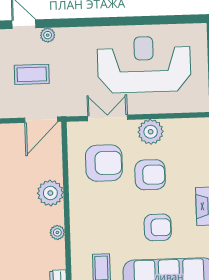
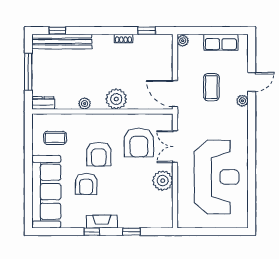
double door: (108, 118) -> (175, 147), swing flipped
armchair: (150, 175) -> (99, 154), moved

